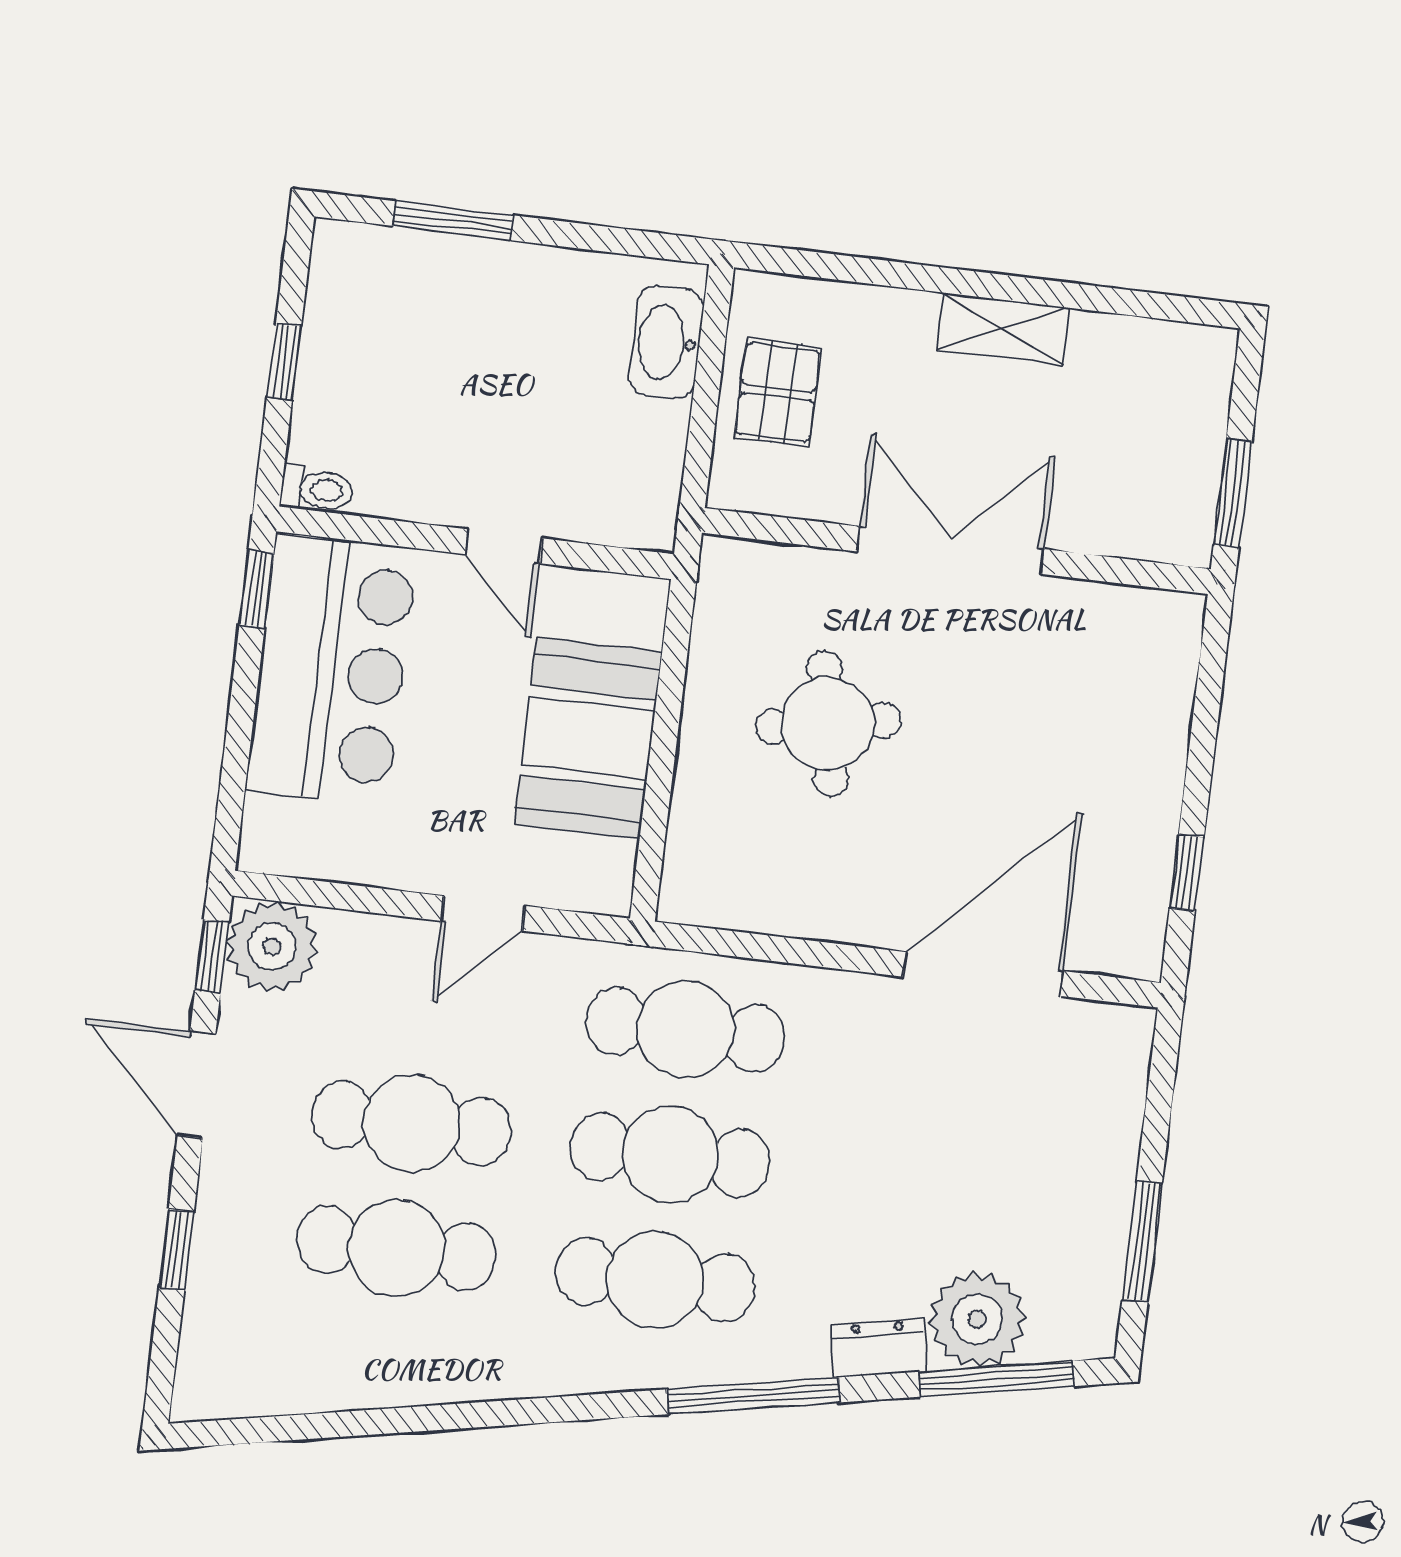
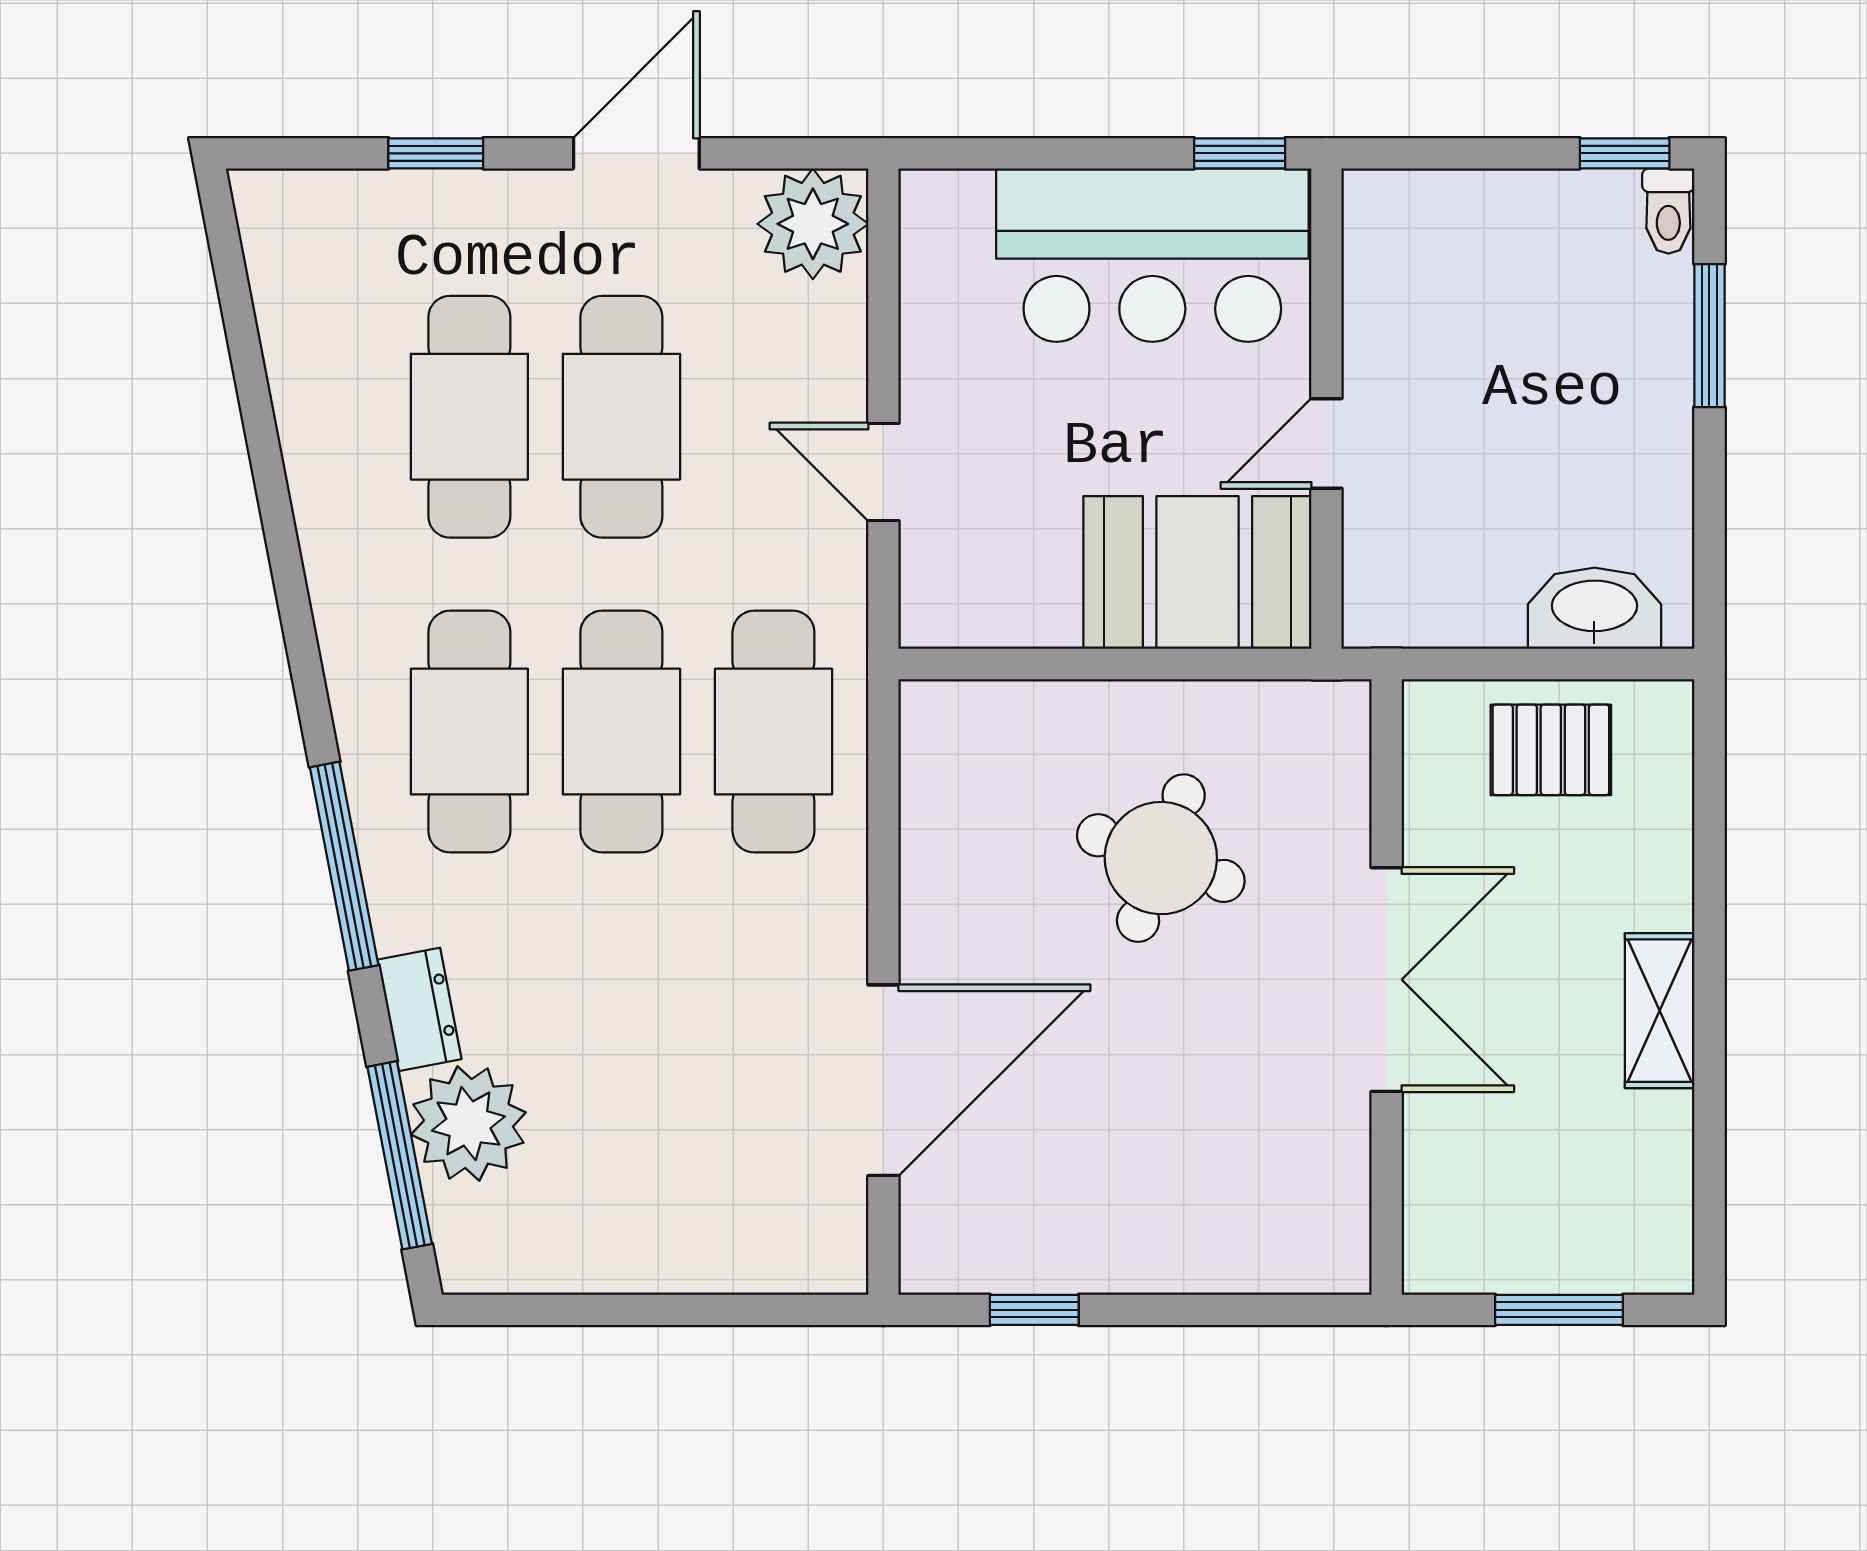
window: (284, 362) -> (1625, 153), moved
toilet: (317, 489) -> (1668, 211), moved
window: (1233, 493) -> (1559, 1310), moved
round table: (828, 724) -> (1161, 858), turned 30
booth: (588, 738) -> (1197, 572), moved
window: (212, 956) -> (793, 153), removed
door: (983, 974) -> (883, 1080), hinge flipped
window: (1142, 1242) -> (586, 1310), removed

